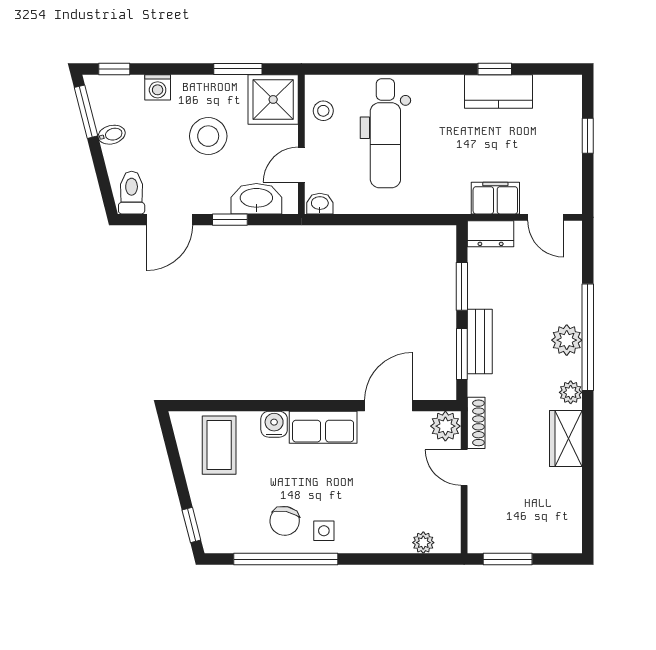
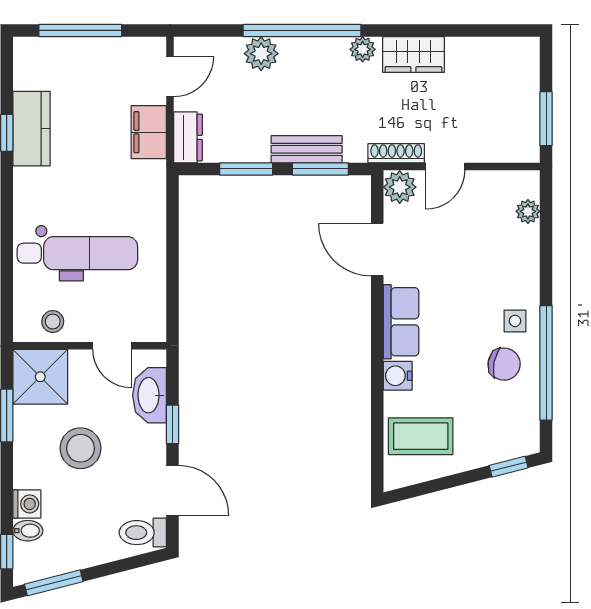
bidet: (112, 135) -> (28, 531), moved, turned 104
window: (588, 136) -> (80, 30), width x2.17
washbasin: (320, 204) -> (155, 325), removed
plant: (567, 340) -> (261, 54), moved

